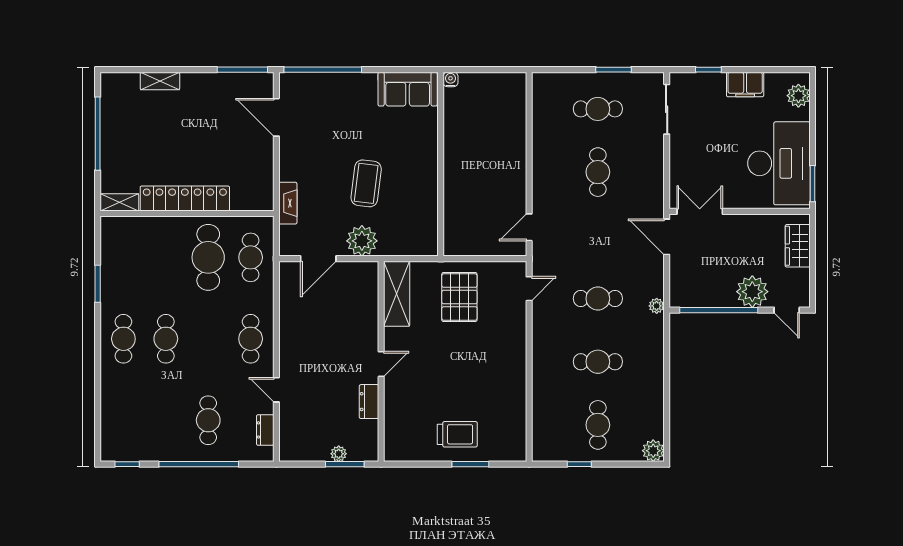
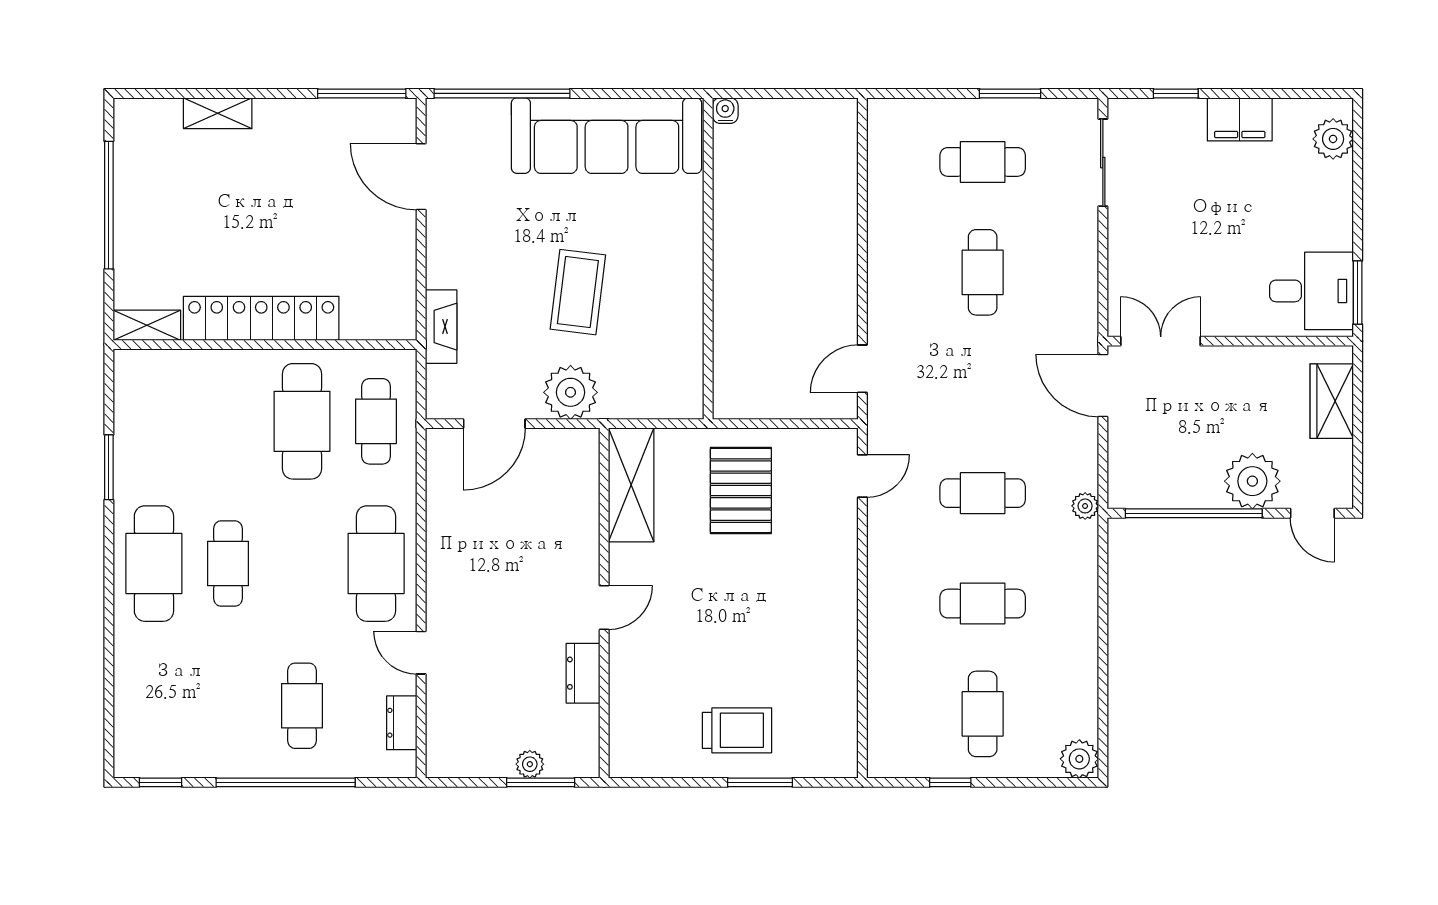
sofa: (408, 89) -> (607, 136), width x1.85, depth x1.27
desk: (779, 163) -> (1311, 291), width x0.53, depth x0.77
cafe table: (123, 339) -> (154, 564), width x1.37, depth x1.35
cafe table: (251, 339) -> (376, 564), width x1.37, depth x1.35

